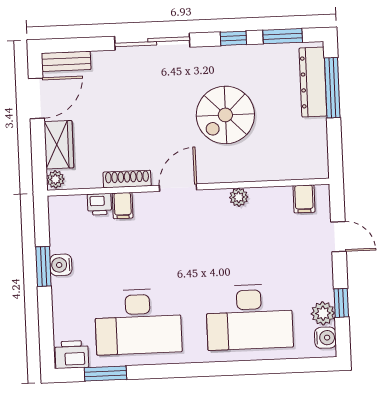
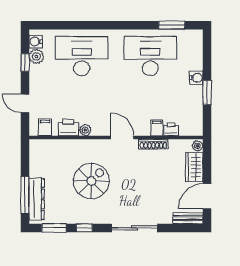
door: (178, 188) -> (122, 138), swing flipped
water cooler: (61, 265) -> (196, 78), moved
printer: (72, 355) -> (68, 128), moved, turned 180

